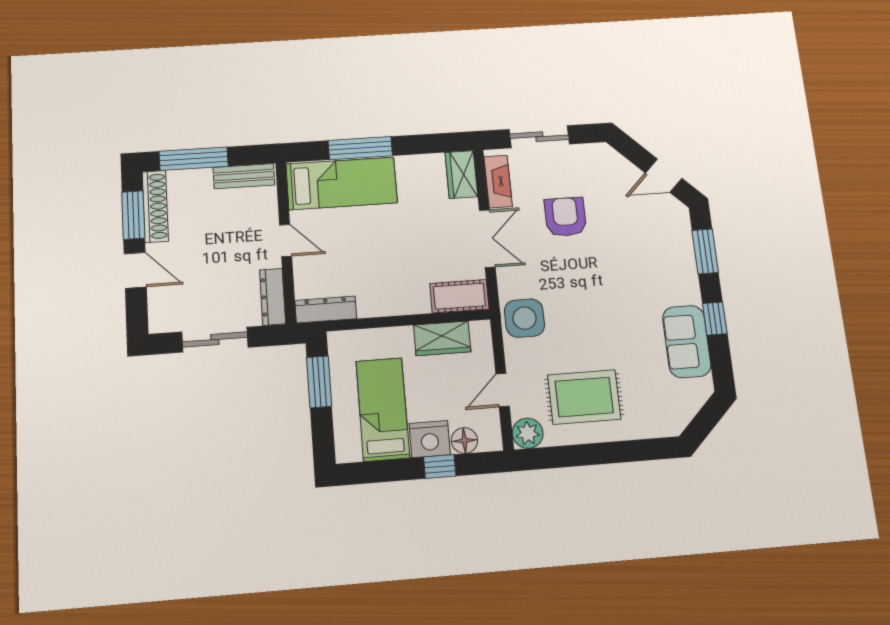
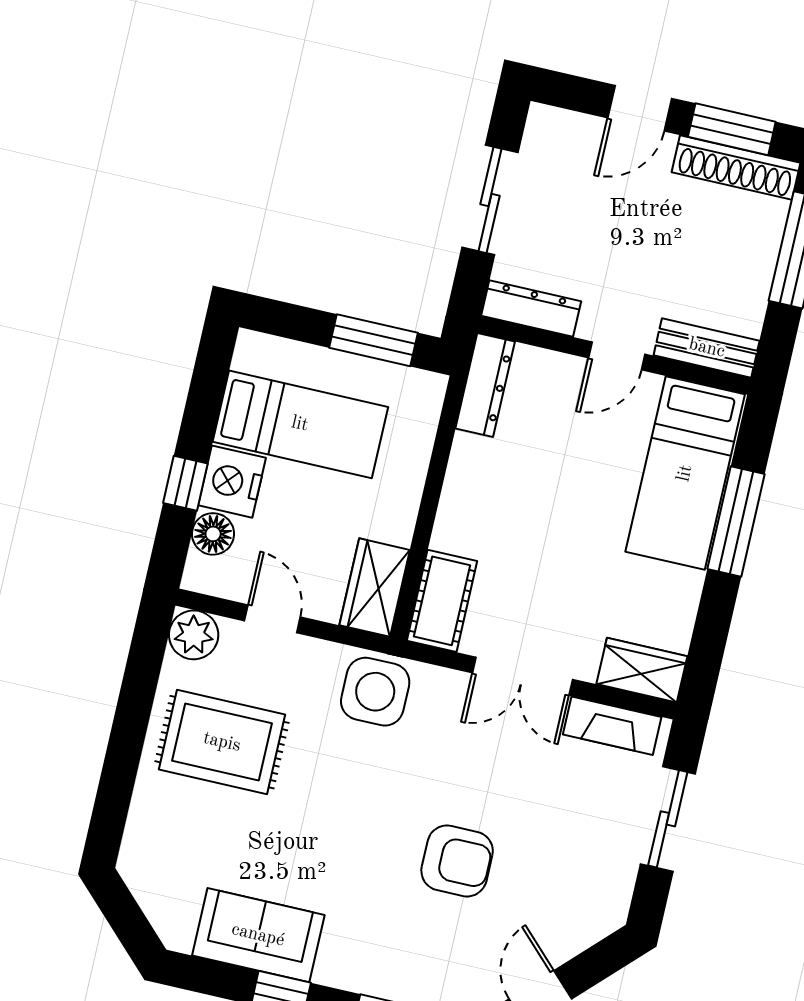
bench: (244, 176) -> (707, 348), moved, turned 90
armchair: (565, 217) -> (457, 861), moved
wardrobe: (442, 338) -> (375, 588), moved
rug: (584, 397) -> (222, 742), turned 90

